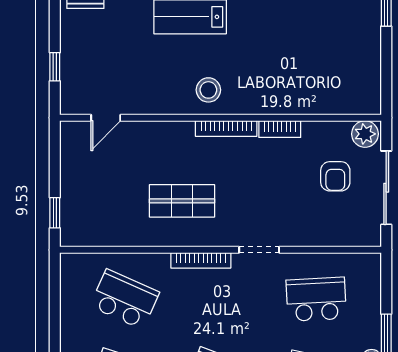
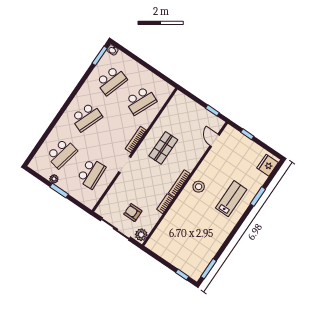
window: (55, 213) -> (212, 110), moved

